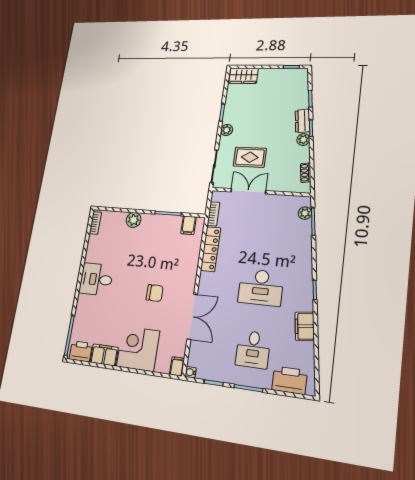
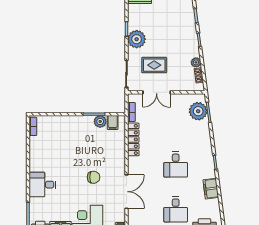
dresser: (302, 121) -> (192, 34), removed
plant: (227, 130) -> (137, 39), width x1.88, depth x1.88
plant: (303, 140) -> (196, 62), moved
double door: (248, 191) -> (157, 92), swing flipped
plant: (305, 213) -> (198, 111), width x1.88, depth x1.88
plant: (134, 220) -> (100, 121), moved
desk: (96, 279) -> (42, 185), moved
desk: (261, 287) -> (176, 165), width x0.73

